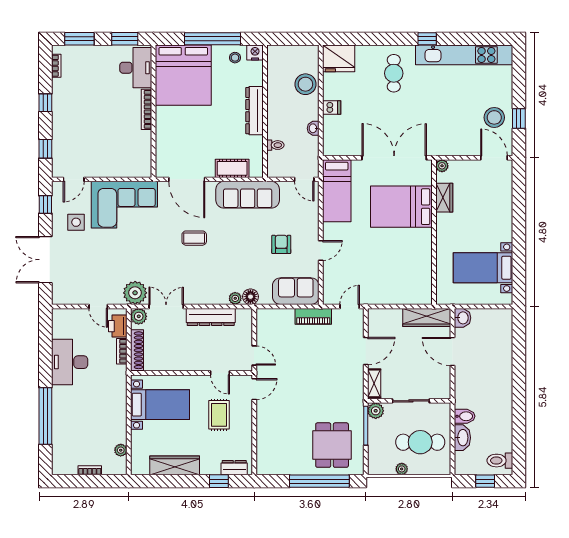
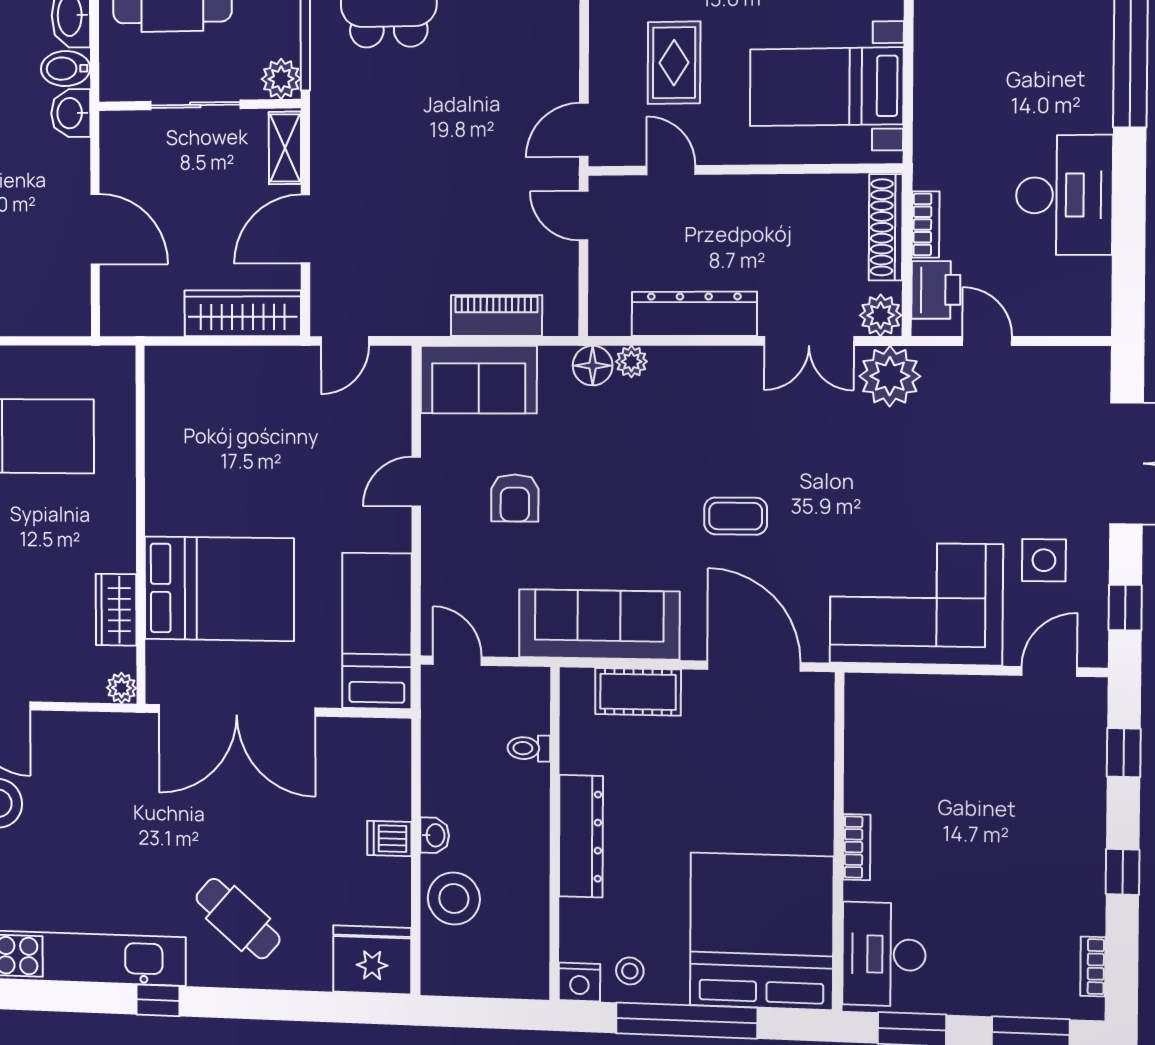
cafe table: (394, 73) -> (238, 919), turned -49
bookcase: (147, 109) -> (857, 847), width x0.64
washbasin: (313, 128) -> (435, 835), moved
piano: (313, 316) -> (496, 316), moved
wardrobe: (427, 317) -> (243, 313), moved
washbasin: (463, 318) -> (71, 113), moved

